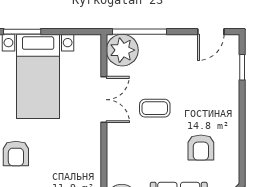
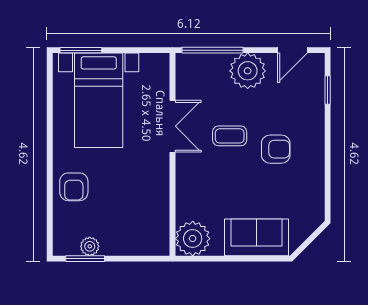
plant: (122, 50) -> (248, 71), moved
armchair: (201, 148) -> (276, 149), moved, turned -90

